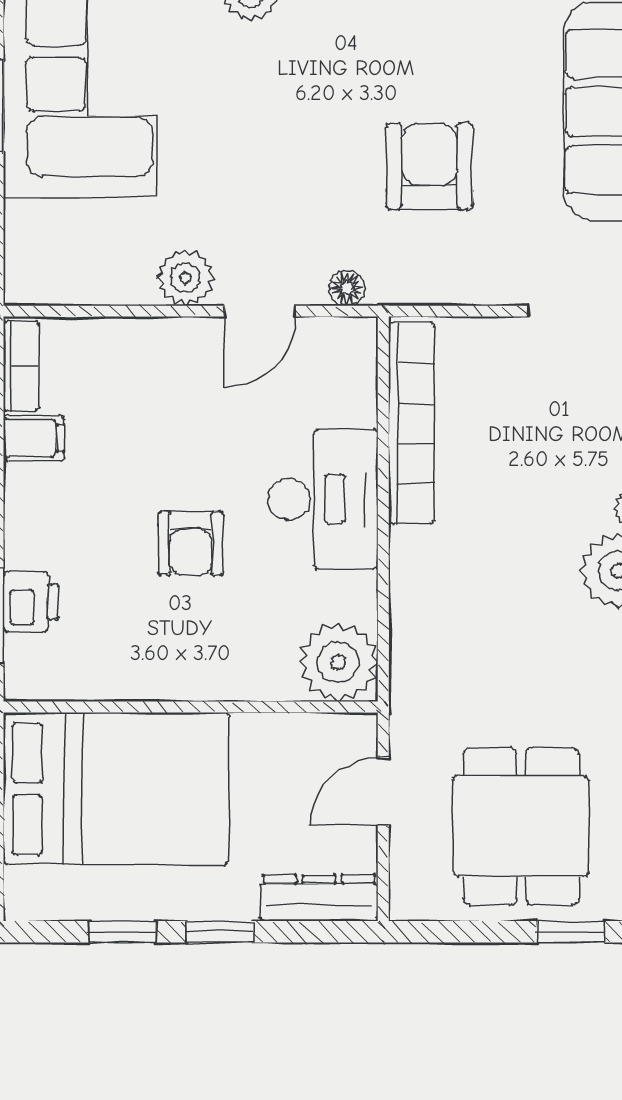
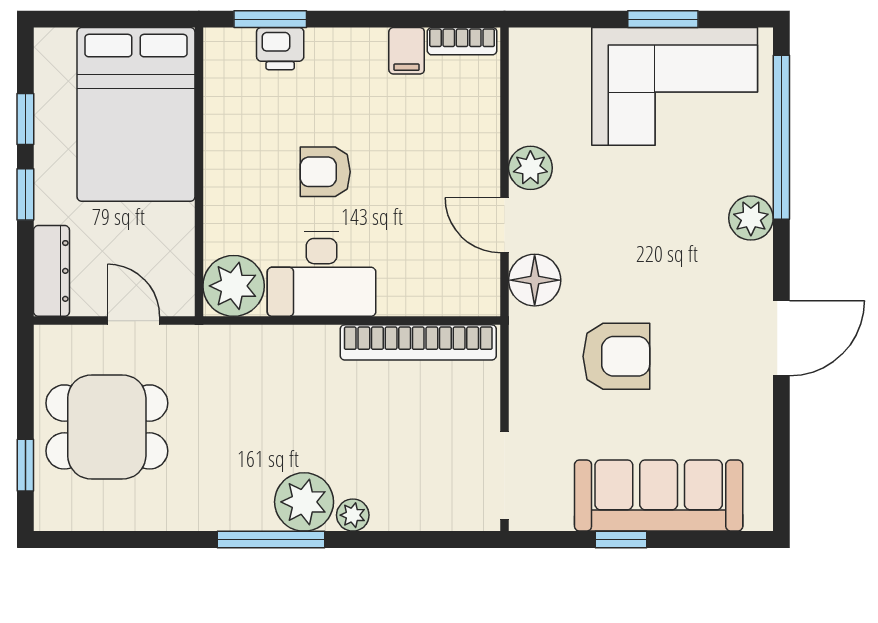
floor lamp: (347, 288) -> (535, 280), width x1.89, depth x1.89
desk: (323, 499) -> (322, 274), moved

